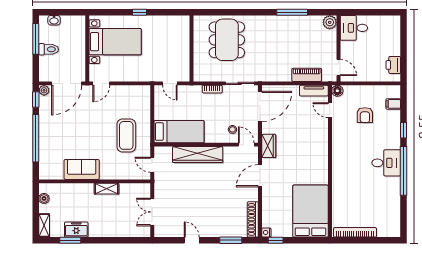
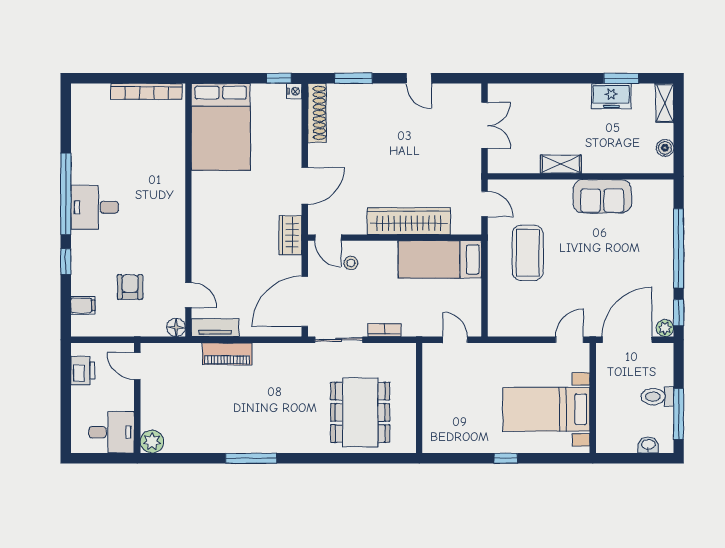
plant: (330, 22) -> (152, 442), moved
desk: (354, 28) -> (112, 432), moved
wall: (339, 48) -> (137, 398), moved
door: (339, 68) -> (137, 366), moved

